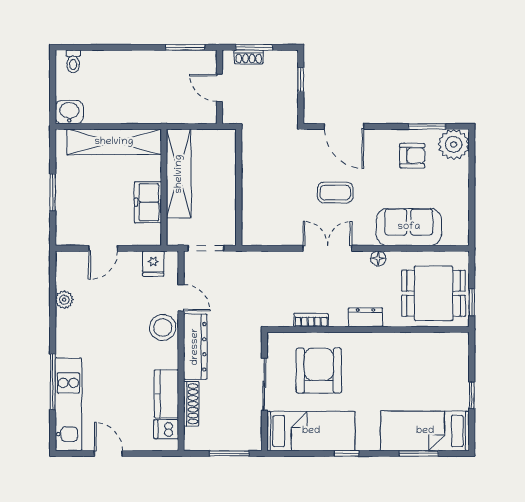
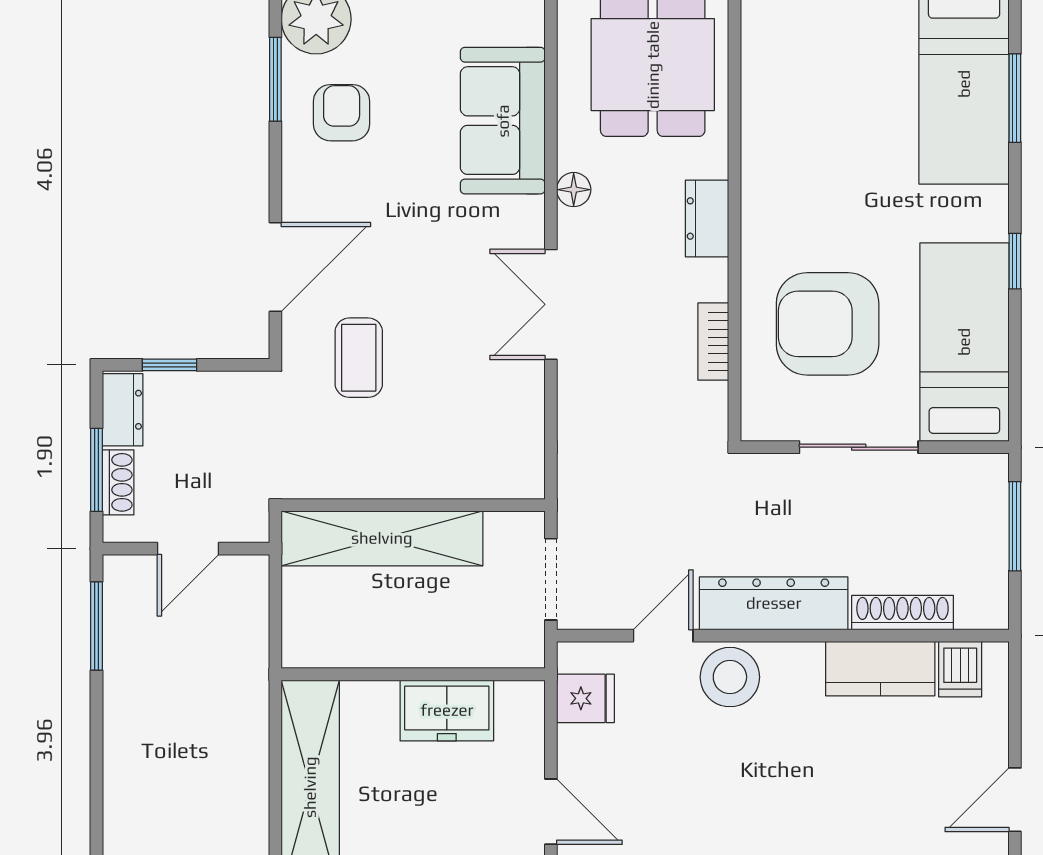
dresser: (281, 59) -> (123, 410), added
shelving: (179, 174) -> (382, 538), moved
coffee table: (335, 193) -> (359, 358), moved

